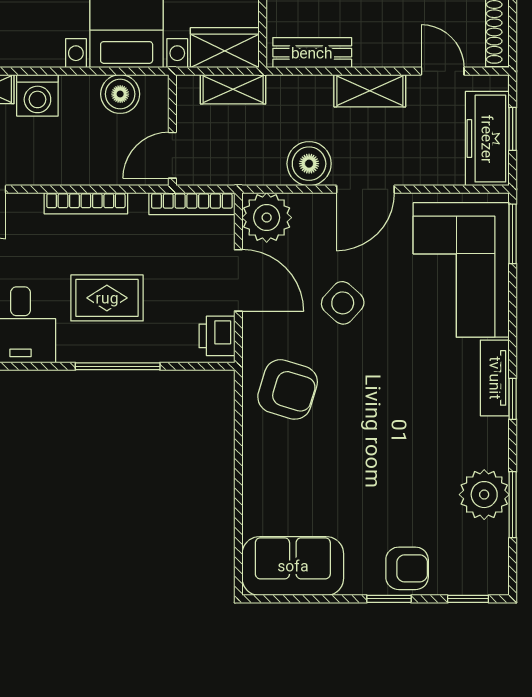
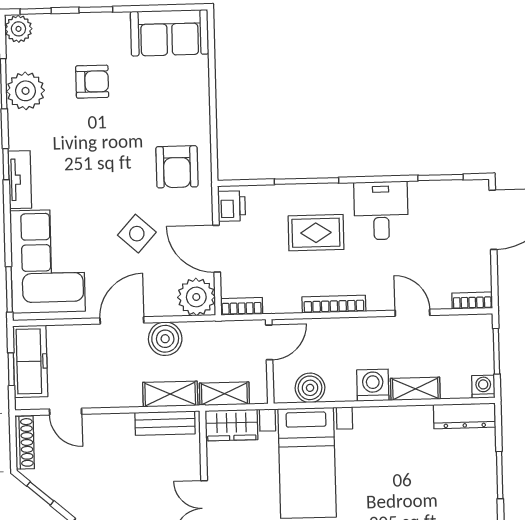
shelving: (370, 91) -> (170, 394), moved
bookcase: (192, 204) -> (242, 306), width x0.64
armchair: (288, 389) -> (177, 167), turned -107
armchair: (407, 568) -> (92, 82), moved, turned 180
plant: (491, 576) -> (18, 29), added

